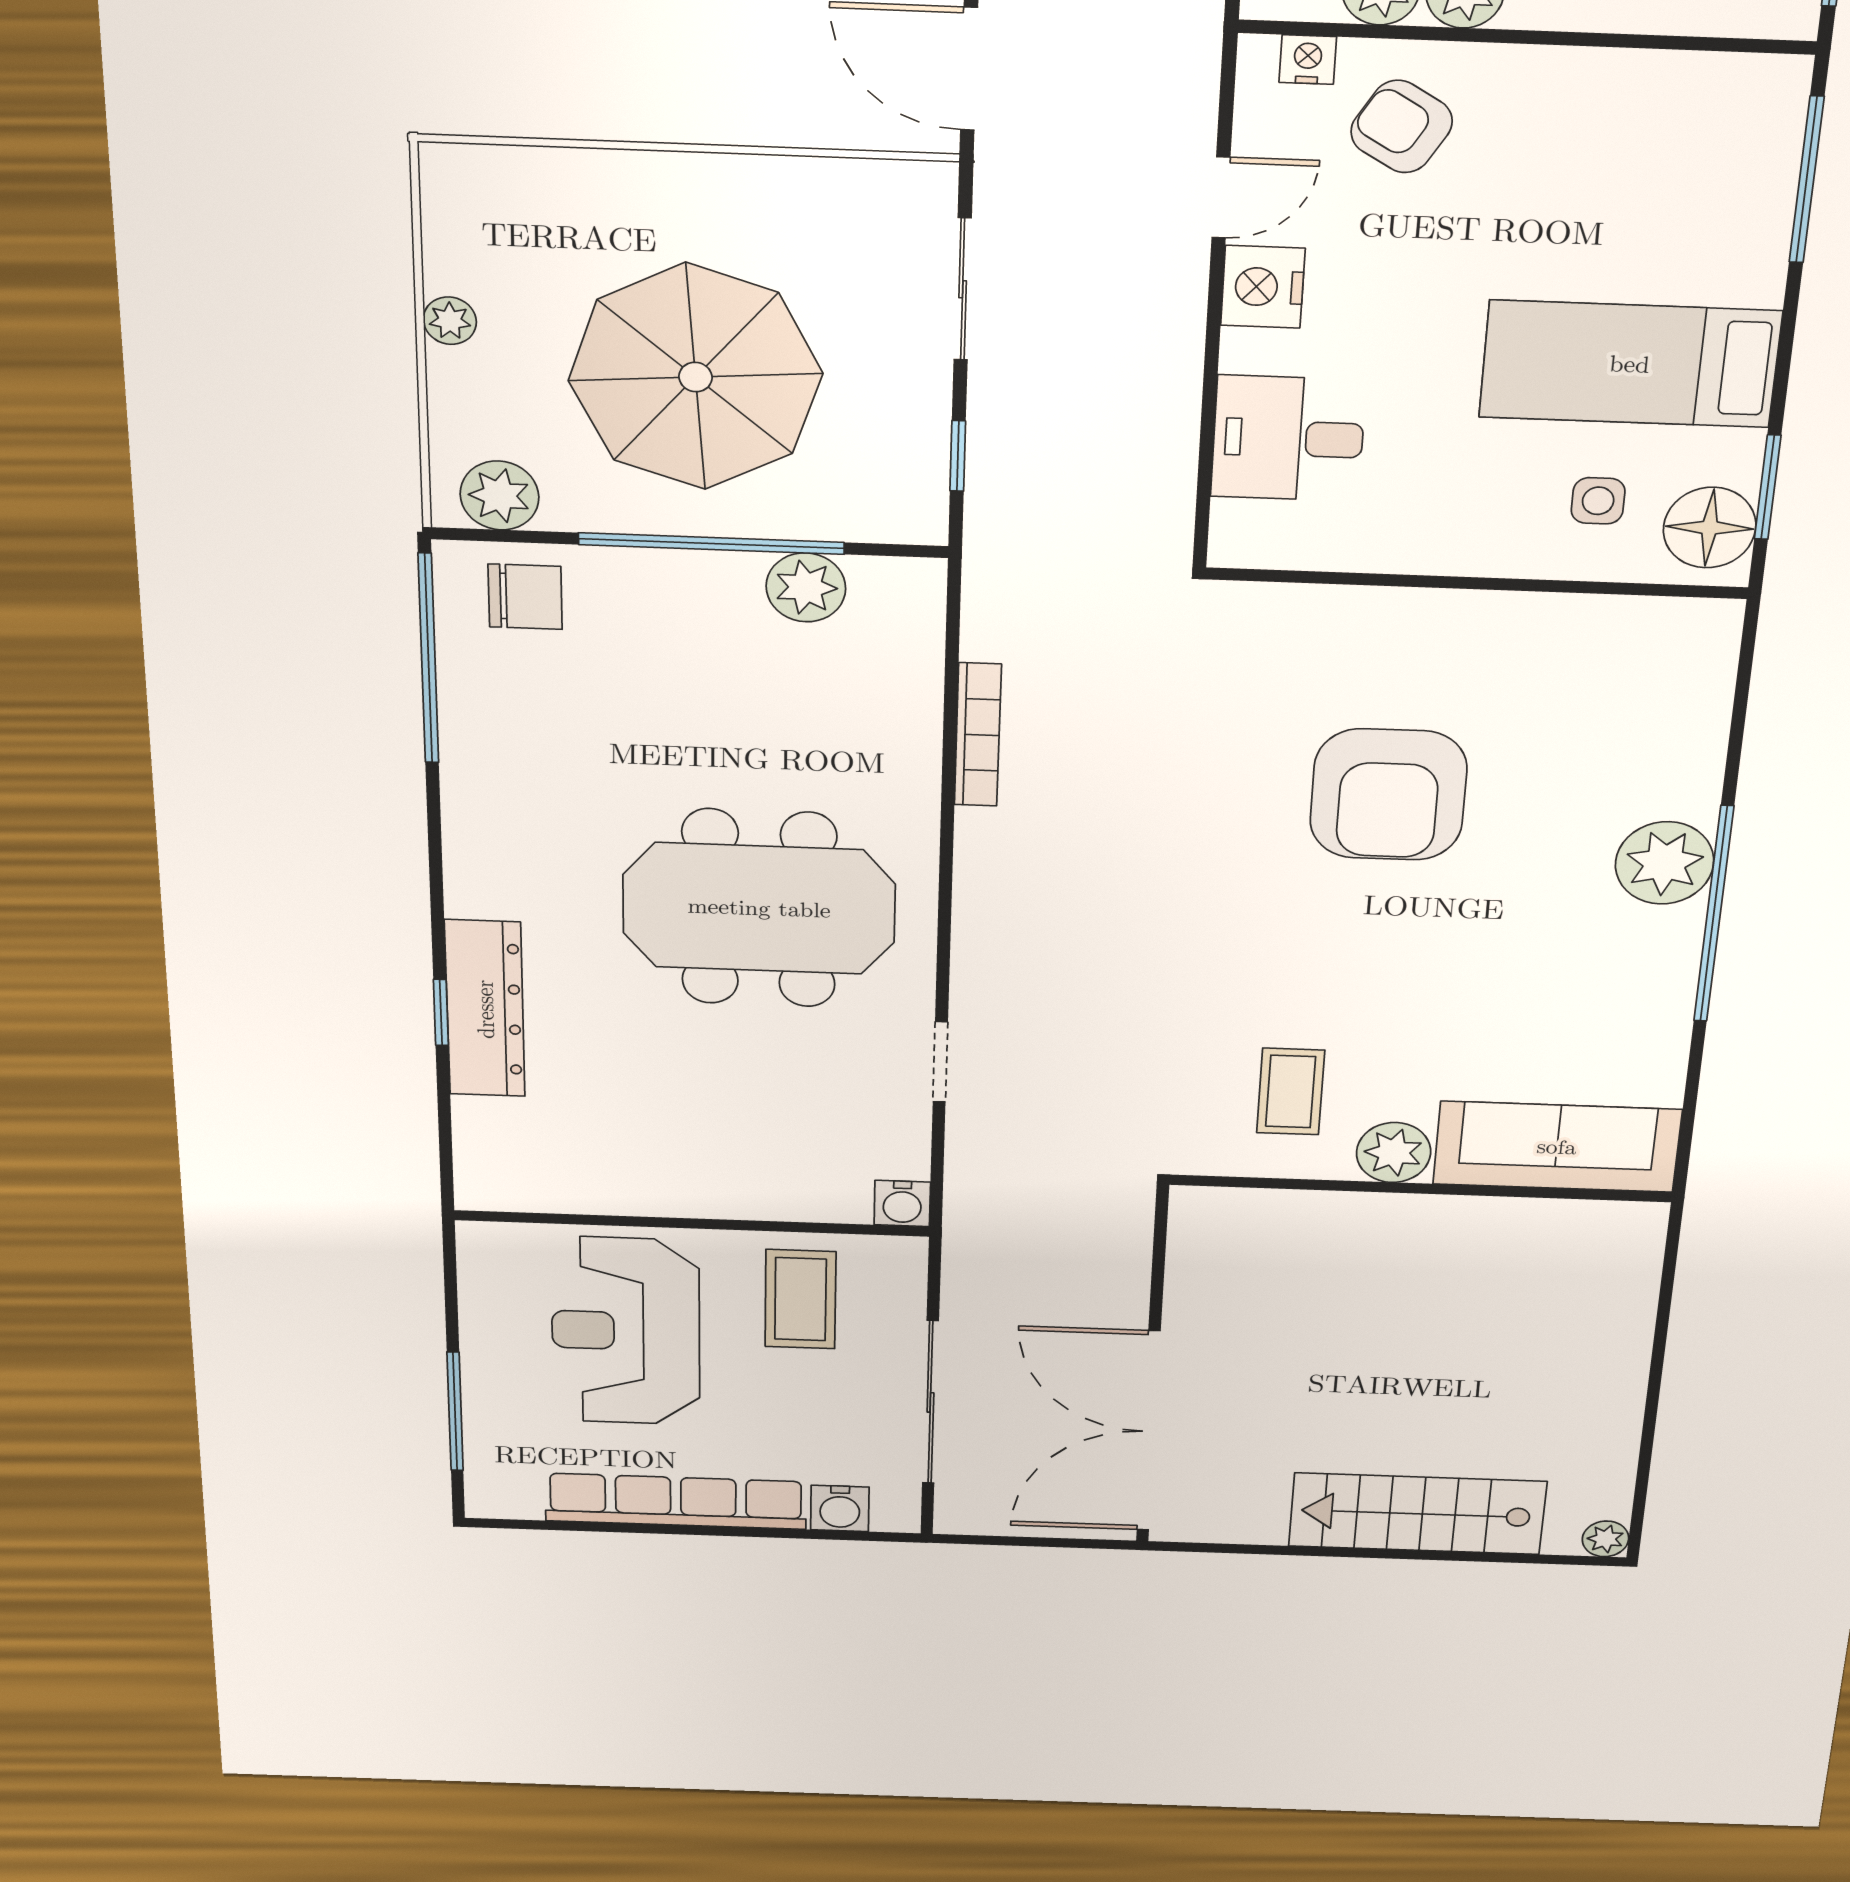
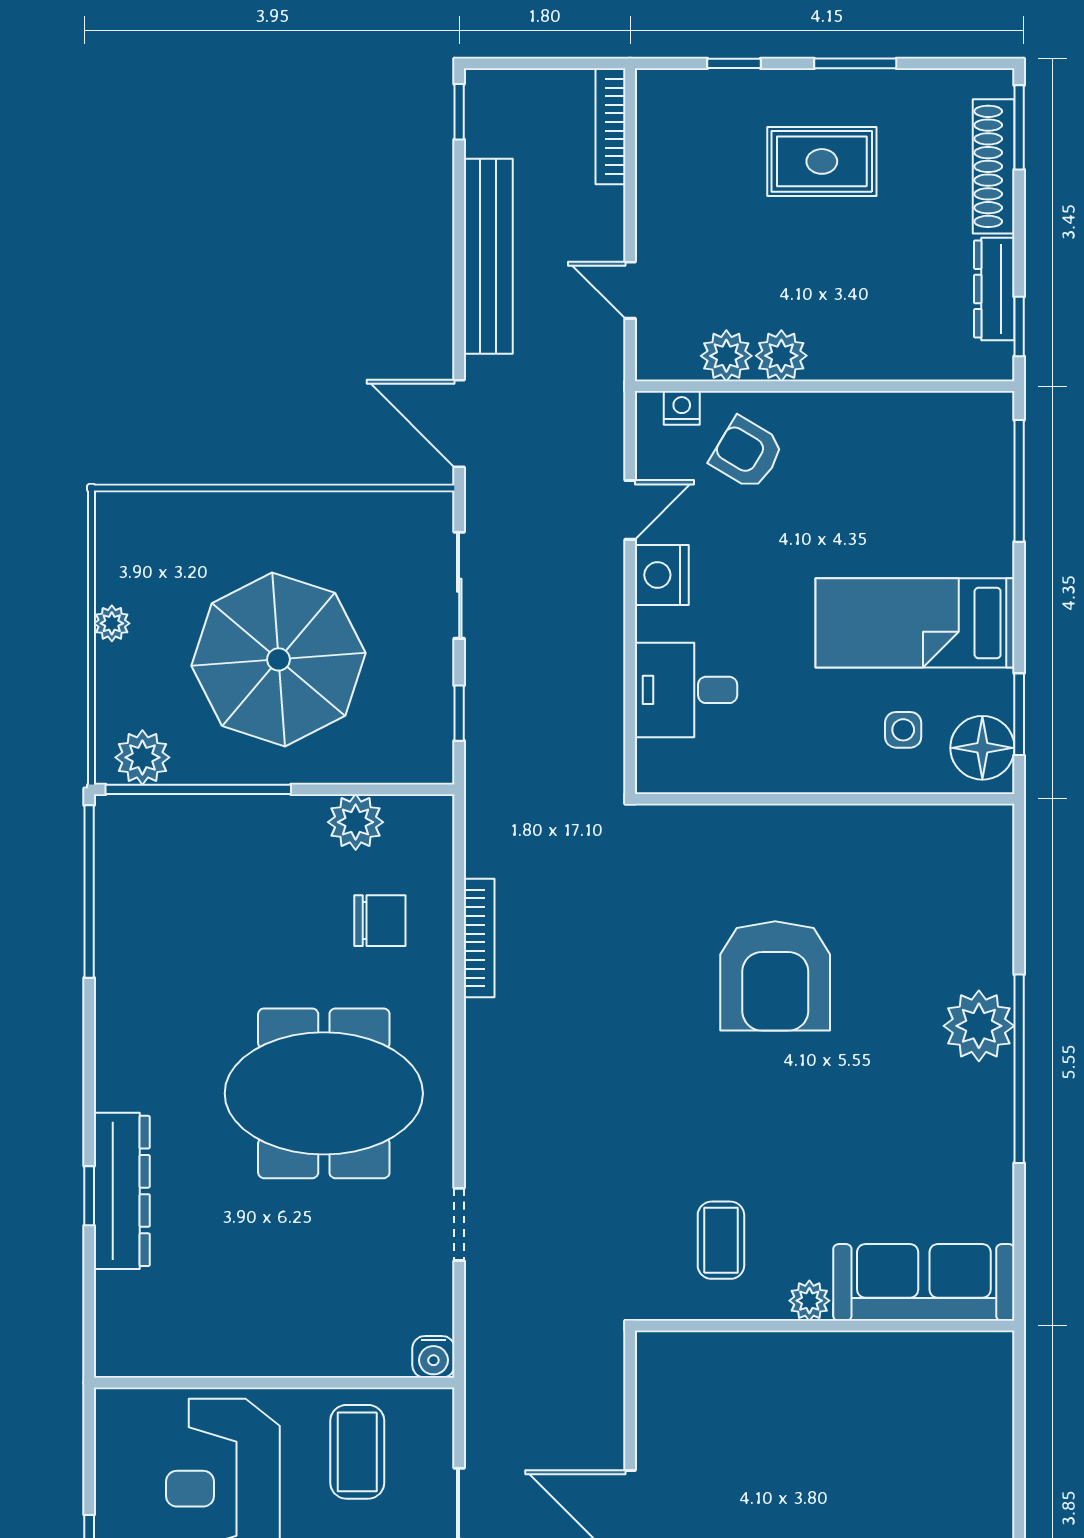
window: (711, 543) -> (198, 789), moved
chair: (525, 597) -> (380, 921), moved
plant: (1394, 1153) -> (809, 1301), width x0.73, depth x0.73

